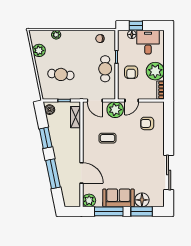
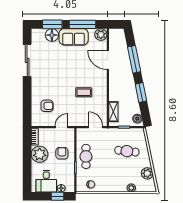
plant: (115, 110) -> (77, 119), removed

